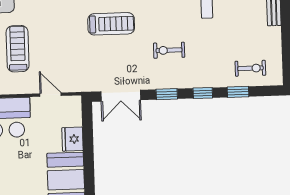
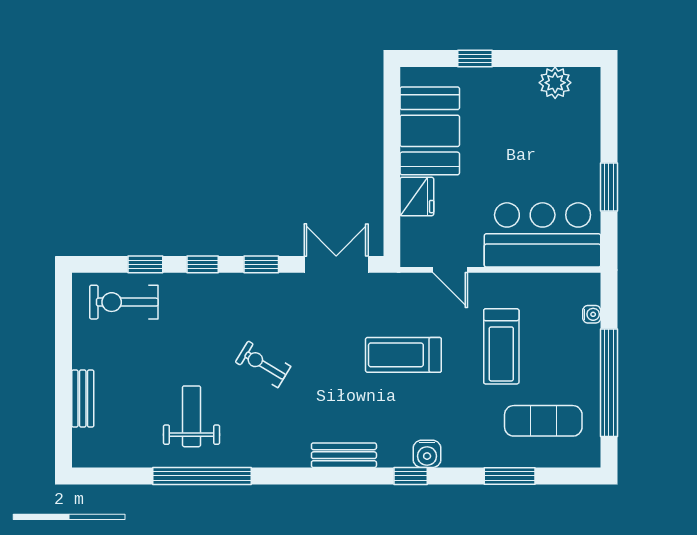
treadmill: (111, 24) -> (403, 355), moved
exercise bike: (169, 50) -> (263, 364), moved, turned -149
exercise bike: (250, 68) -> (124, 302), width x1.38, depth x1.39

